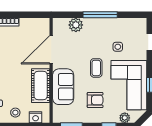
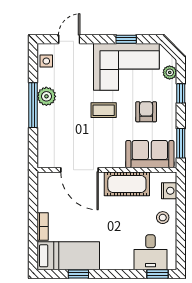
plant: (76, 25) -> (46, 96), moved
side table: (118, 47) -> (46, 61), moved
sofa: (63, 87) -> (150, 154), moved

